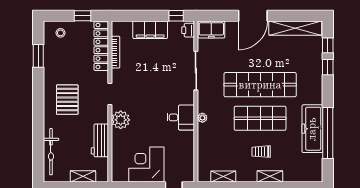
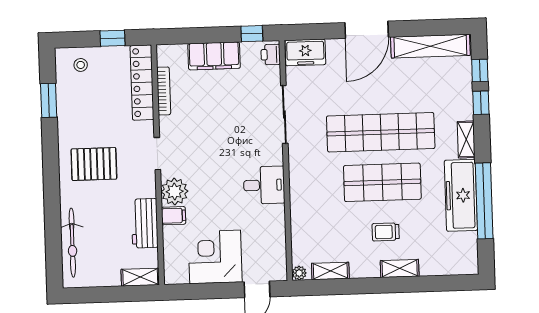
shelving: (317, 91) -> (466, 139), added
pallet: (67, 100) -> (94, 164), turned 90
plant: (202, 118) -> (299, 273), moved
filing cabinet: (119, 136) -> (173, 216), added
shelving: (83, 176) -> (140, 277), moved

